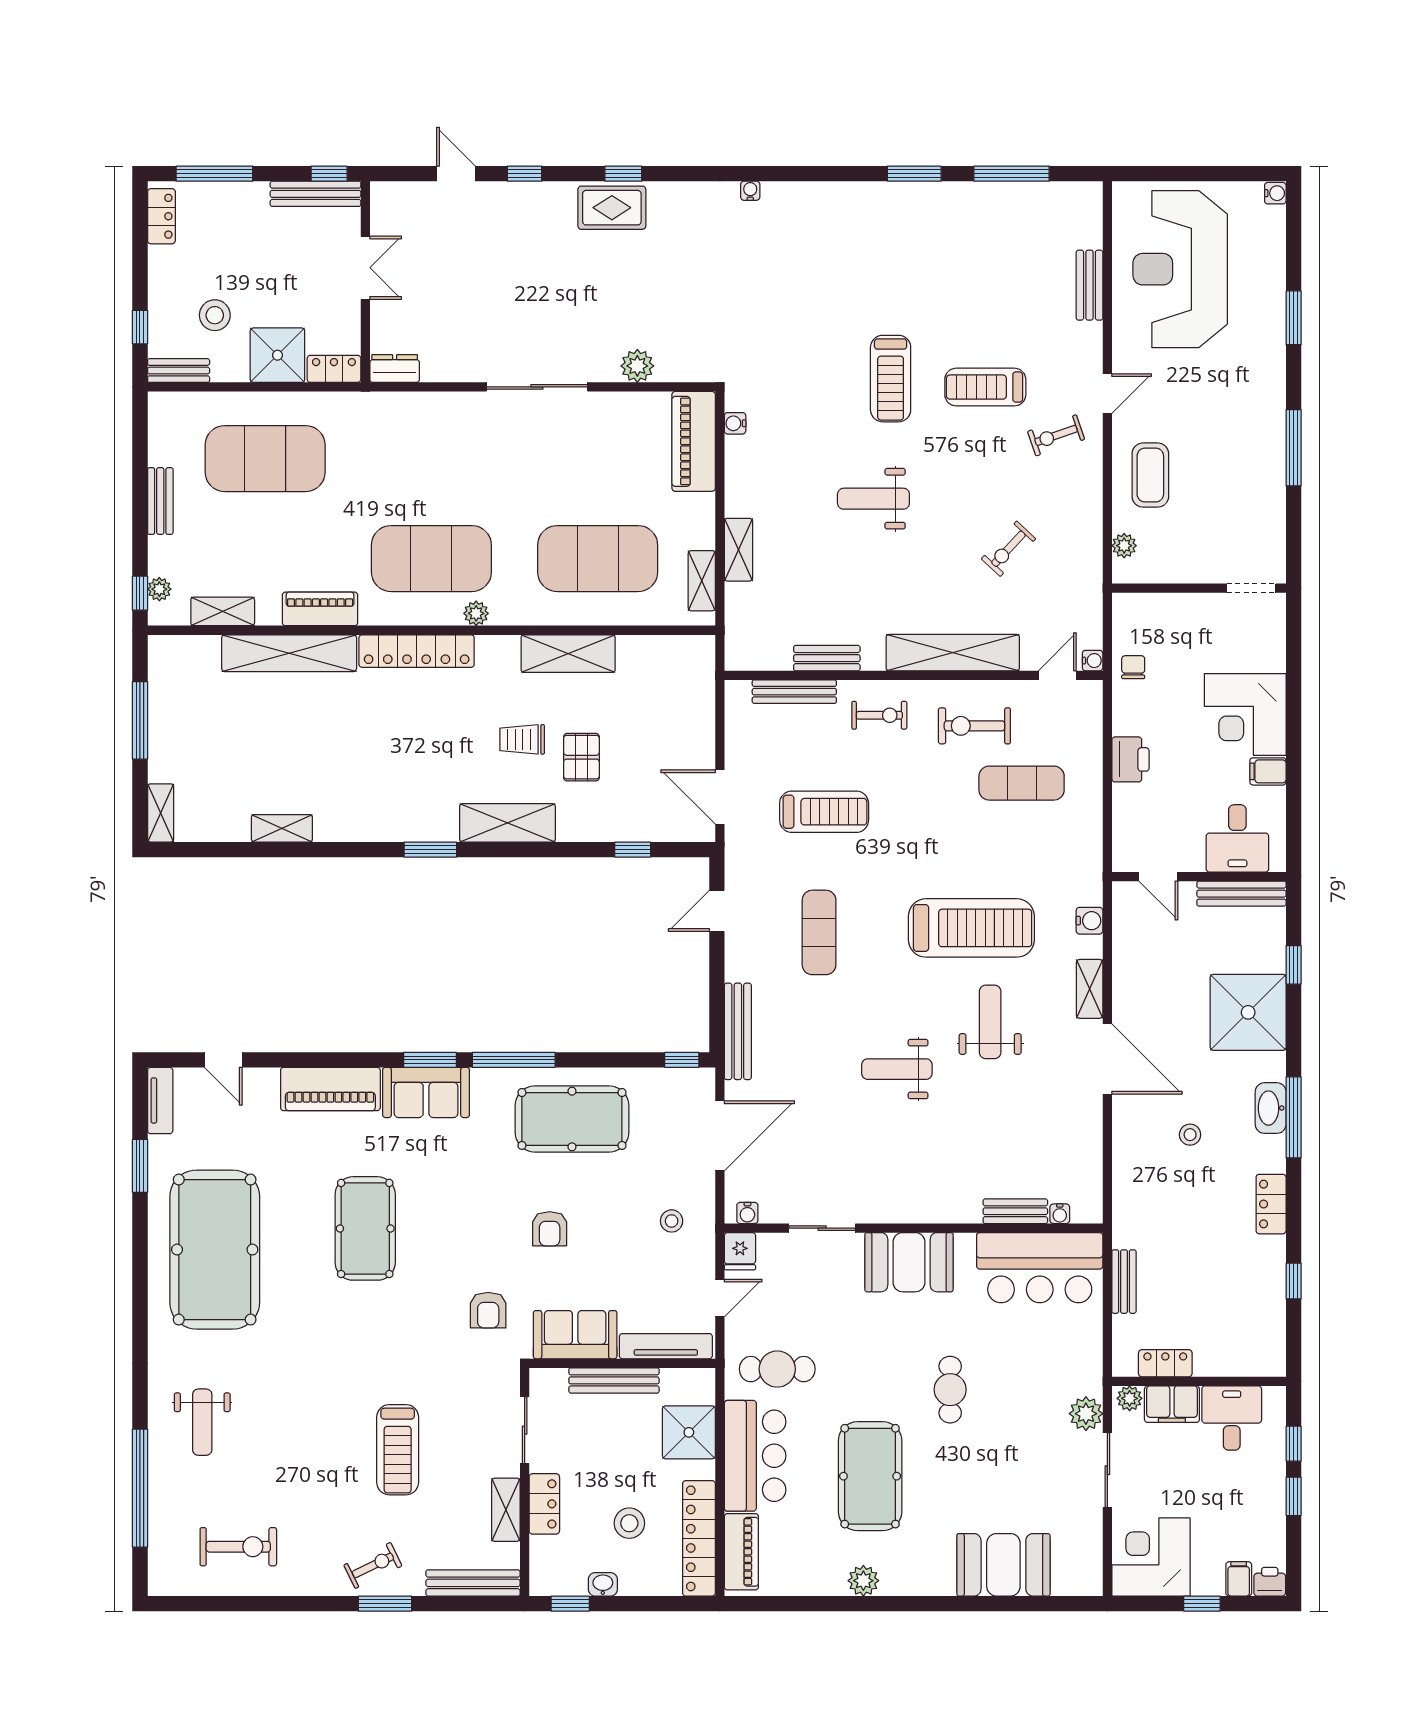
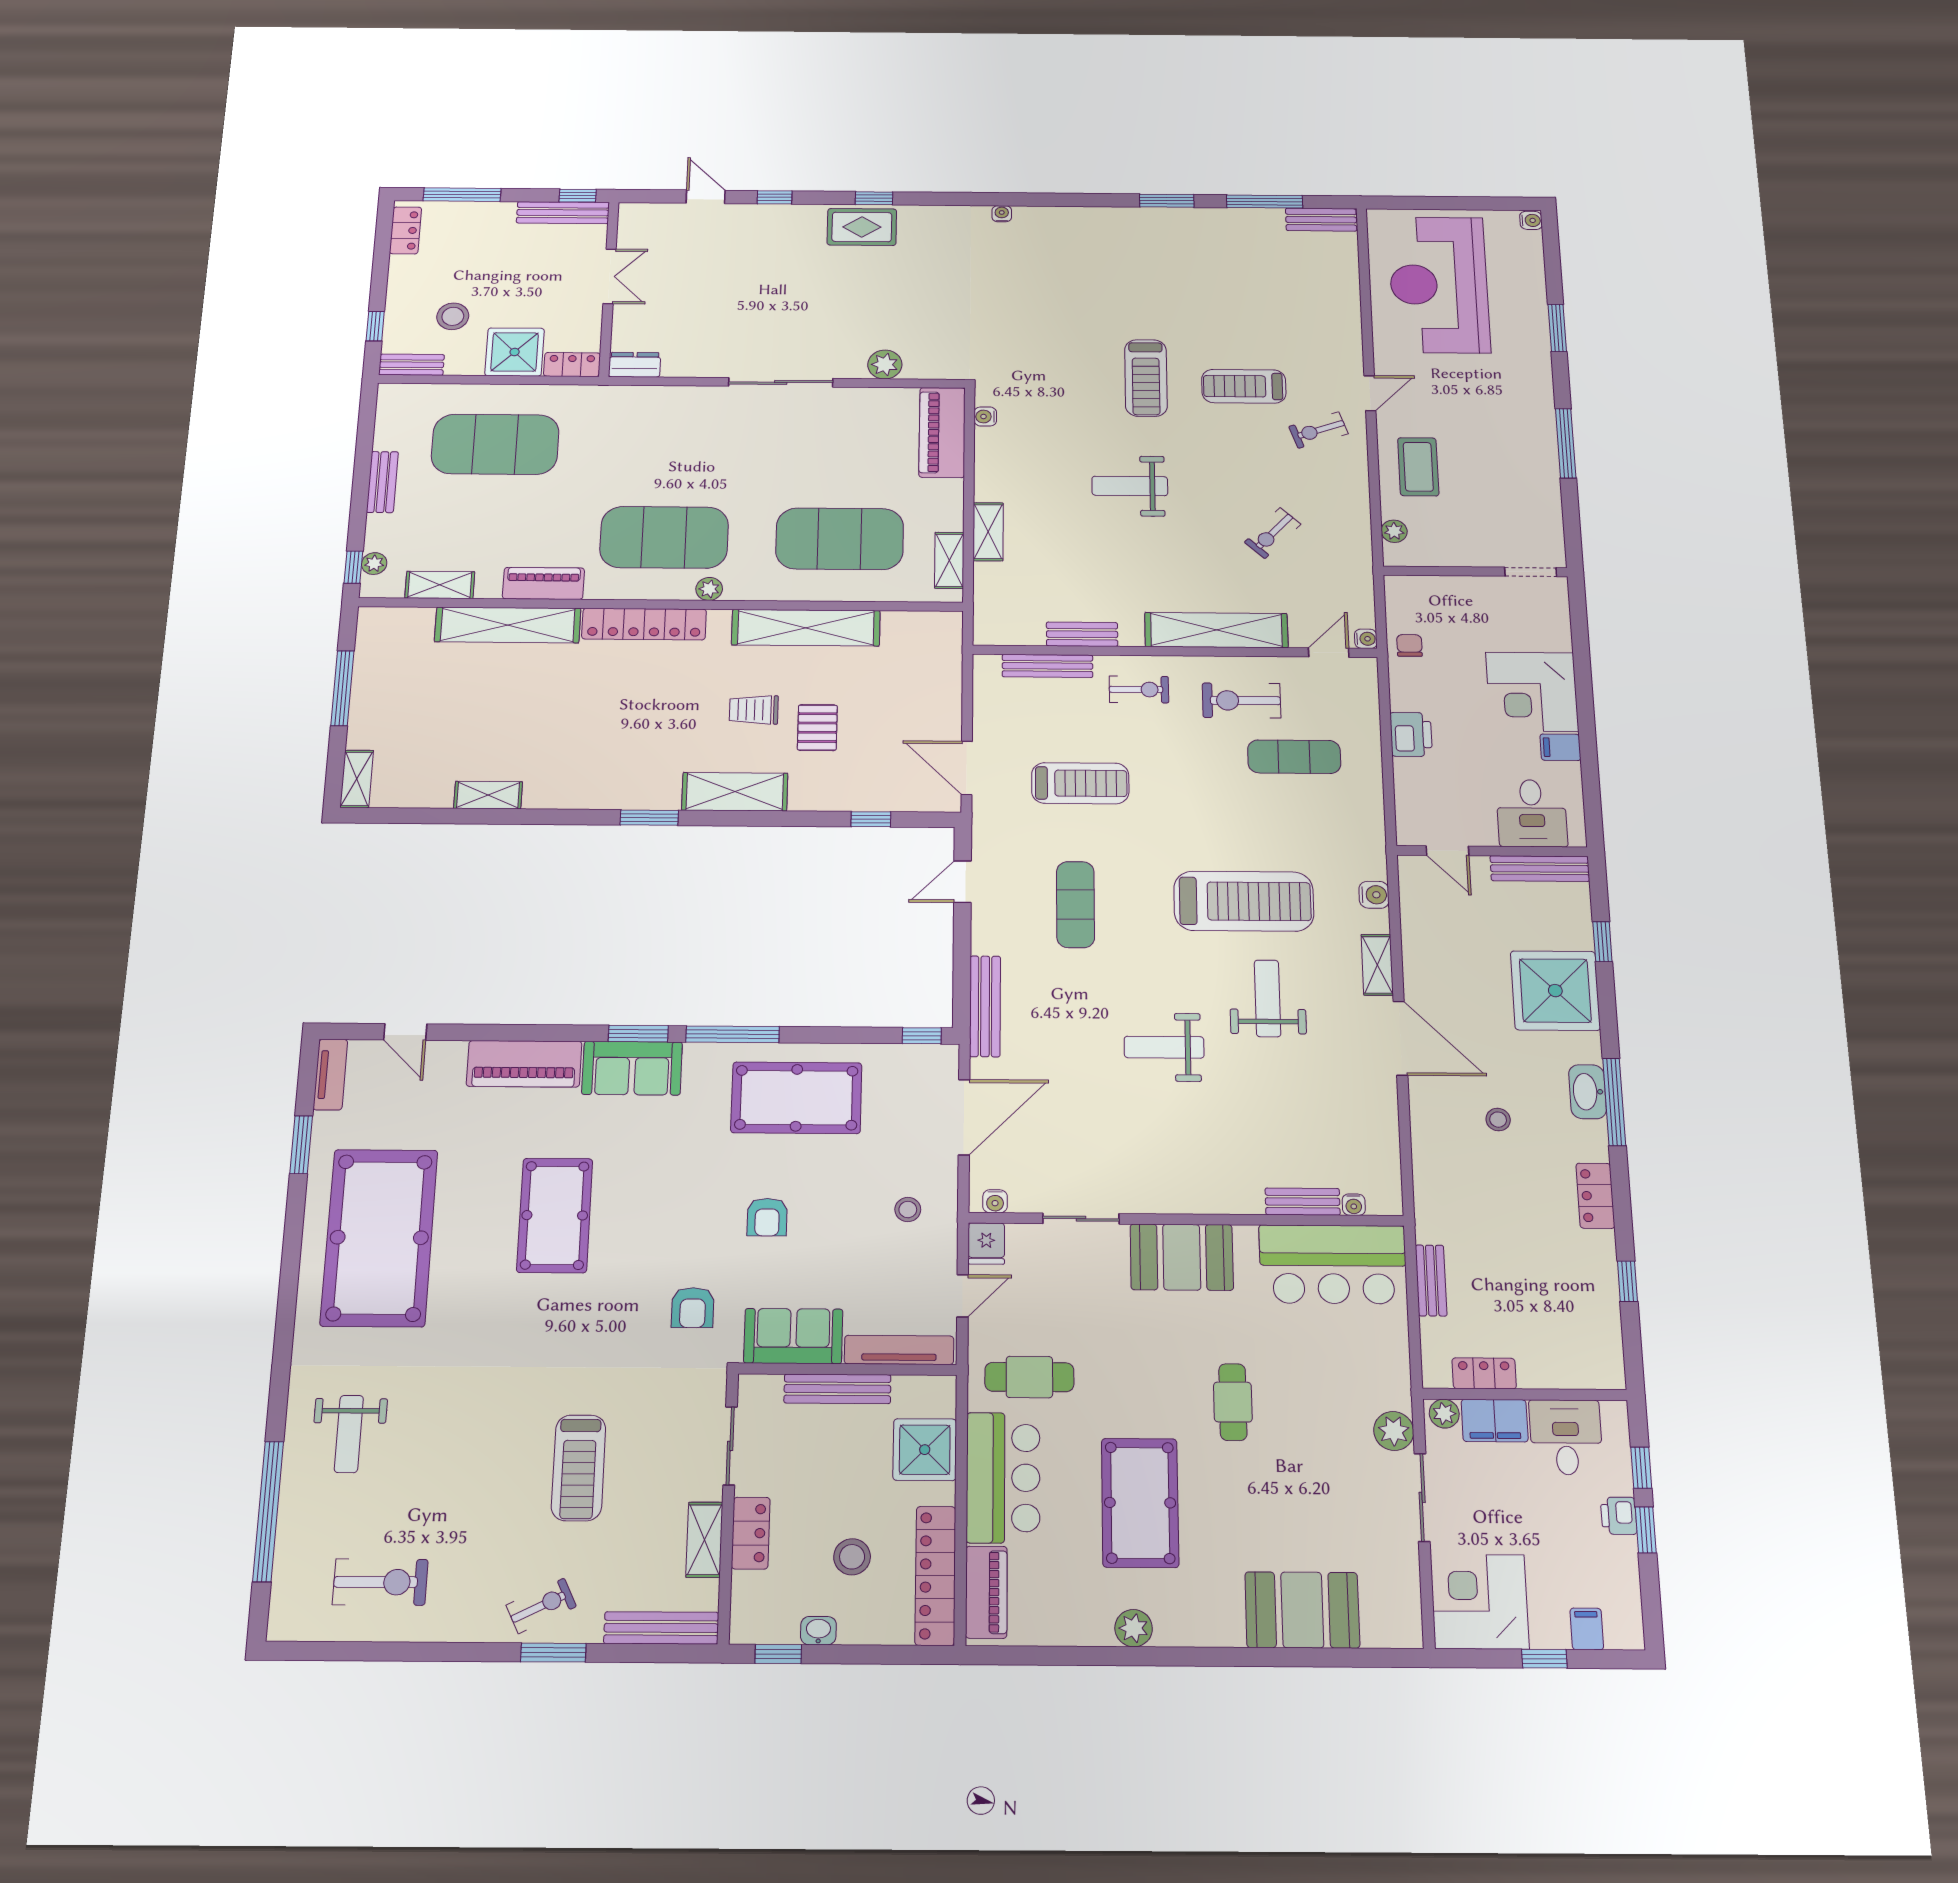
bench: (1089, 285) -> (1321, 220), moved, turned 90
shelving: (568, 654) -> (806, 628), width x1.47
printer: (1270, 1582) -> (1619, 1516), moved, turned -90

